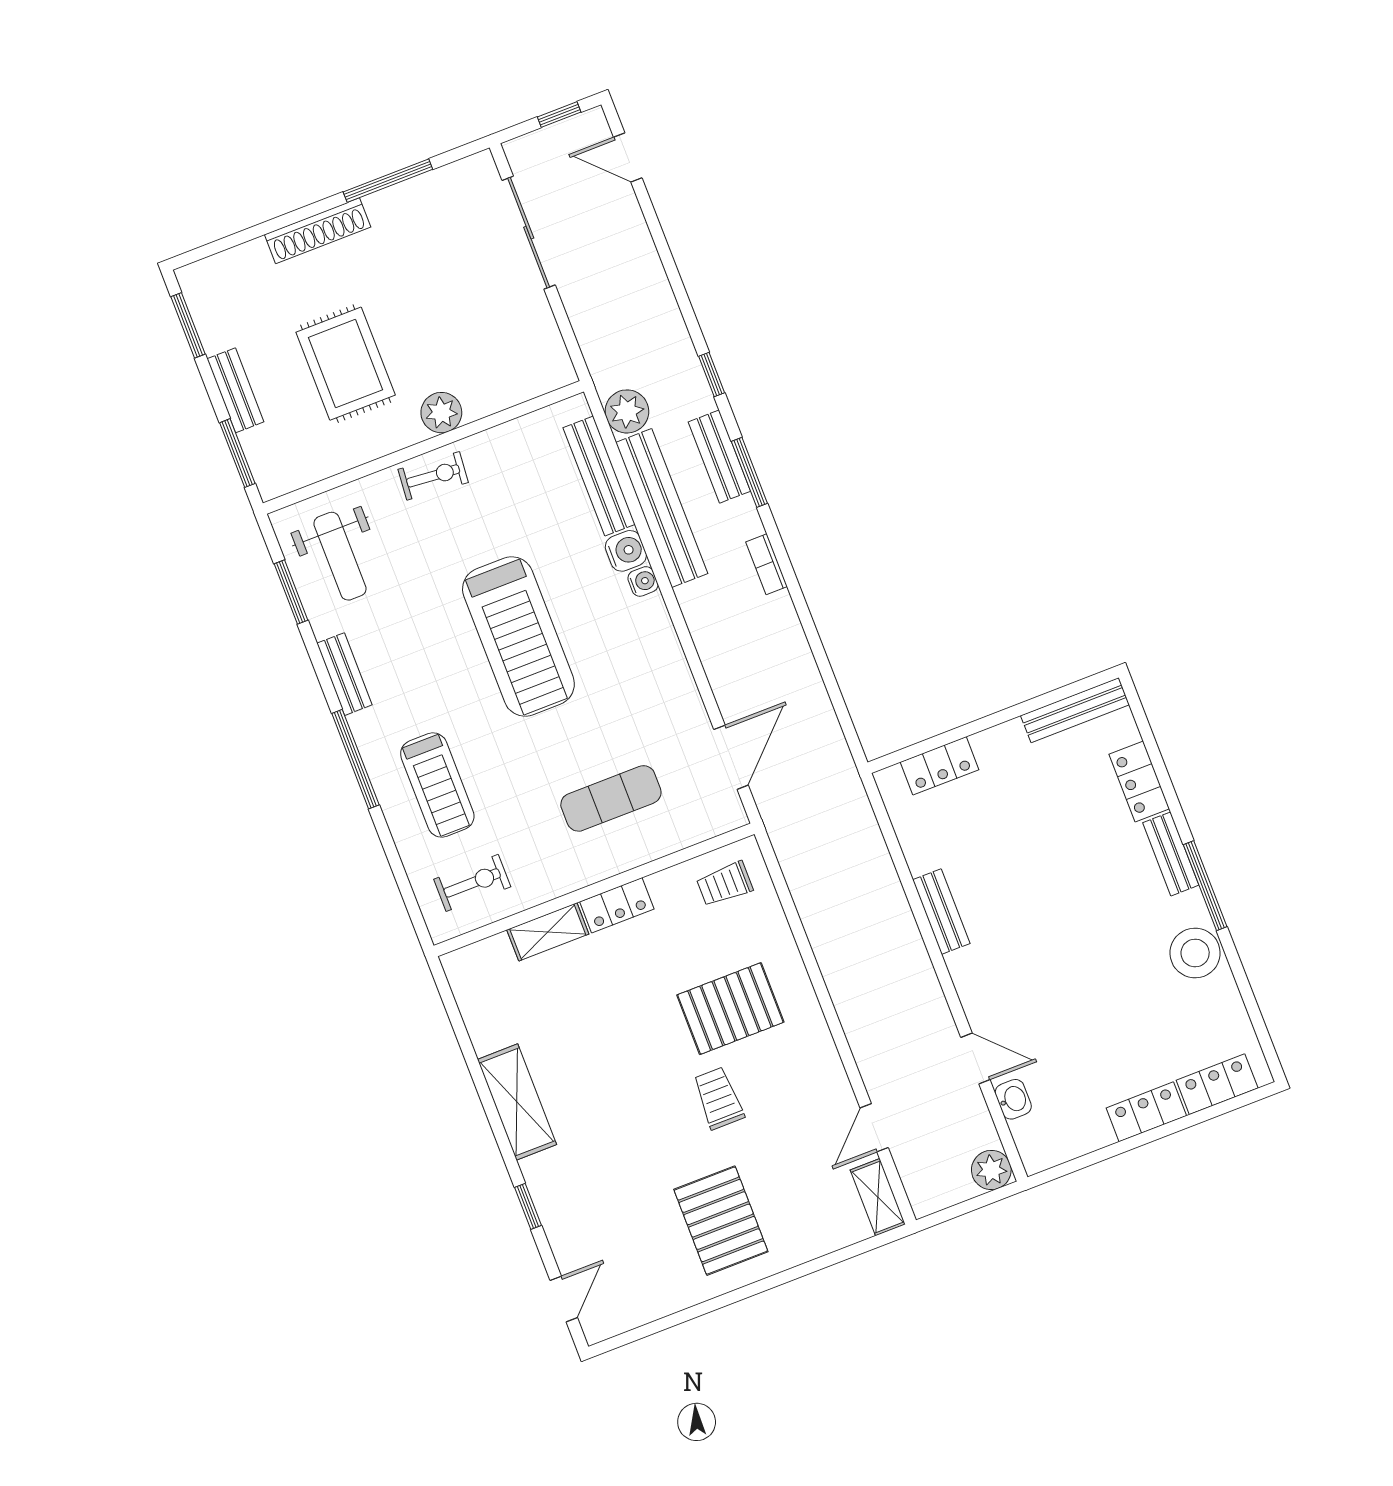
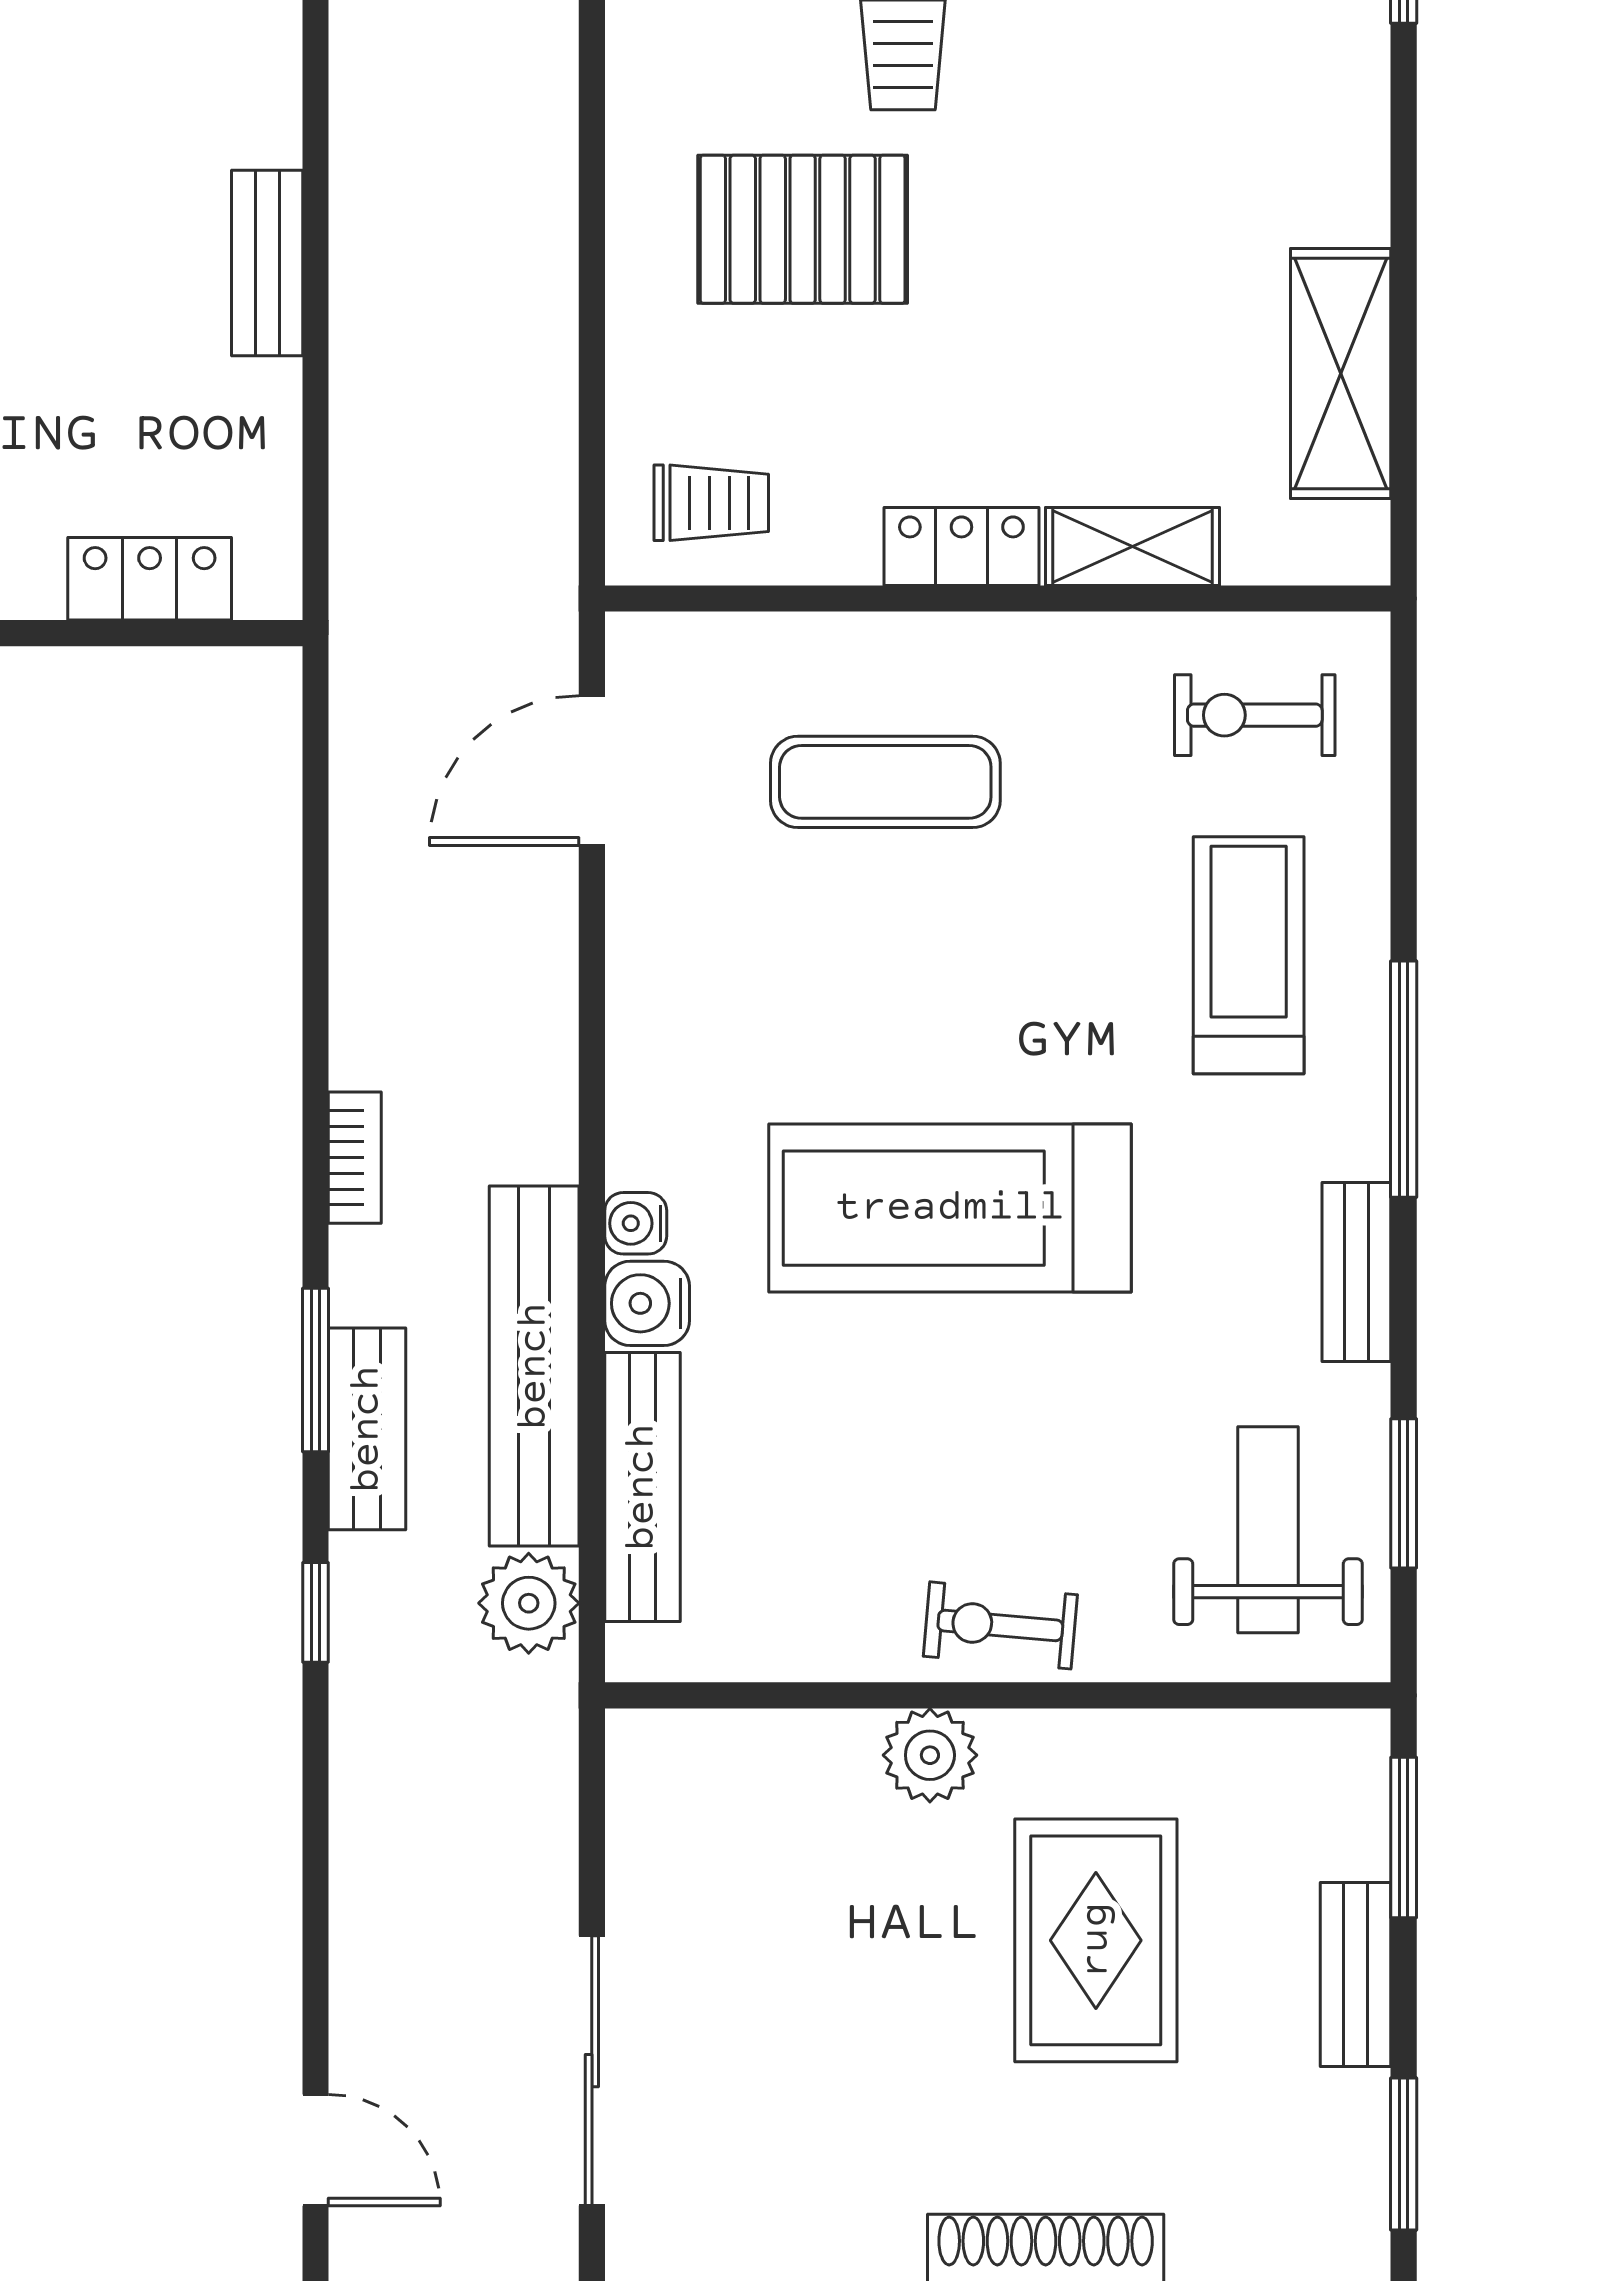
treadmill: (518, 637) -> (950, 1208), turned -90
shelving: (517, 1102) -> (1341, 374), moved

